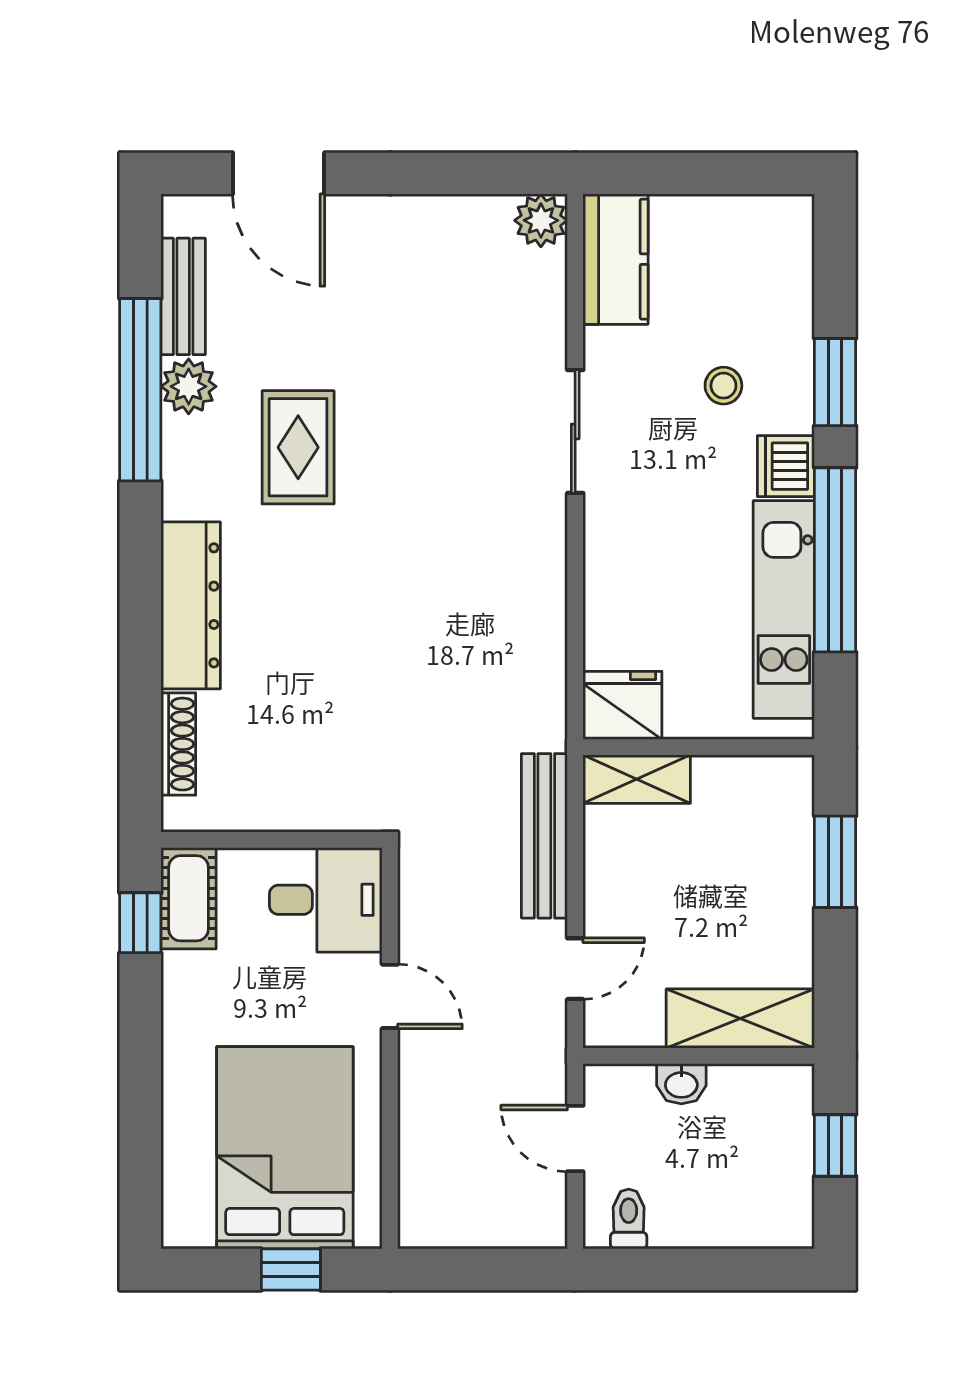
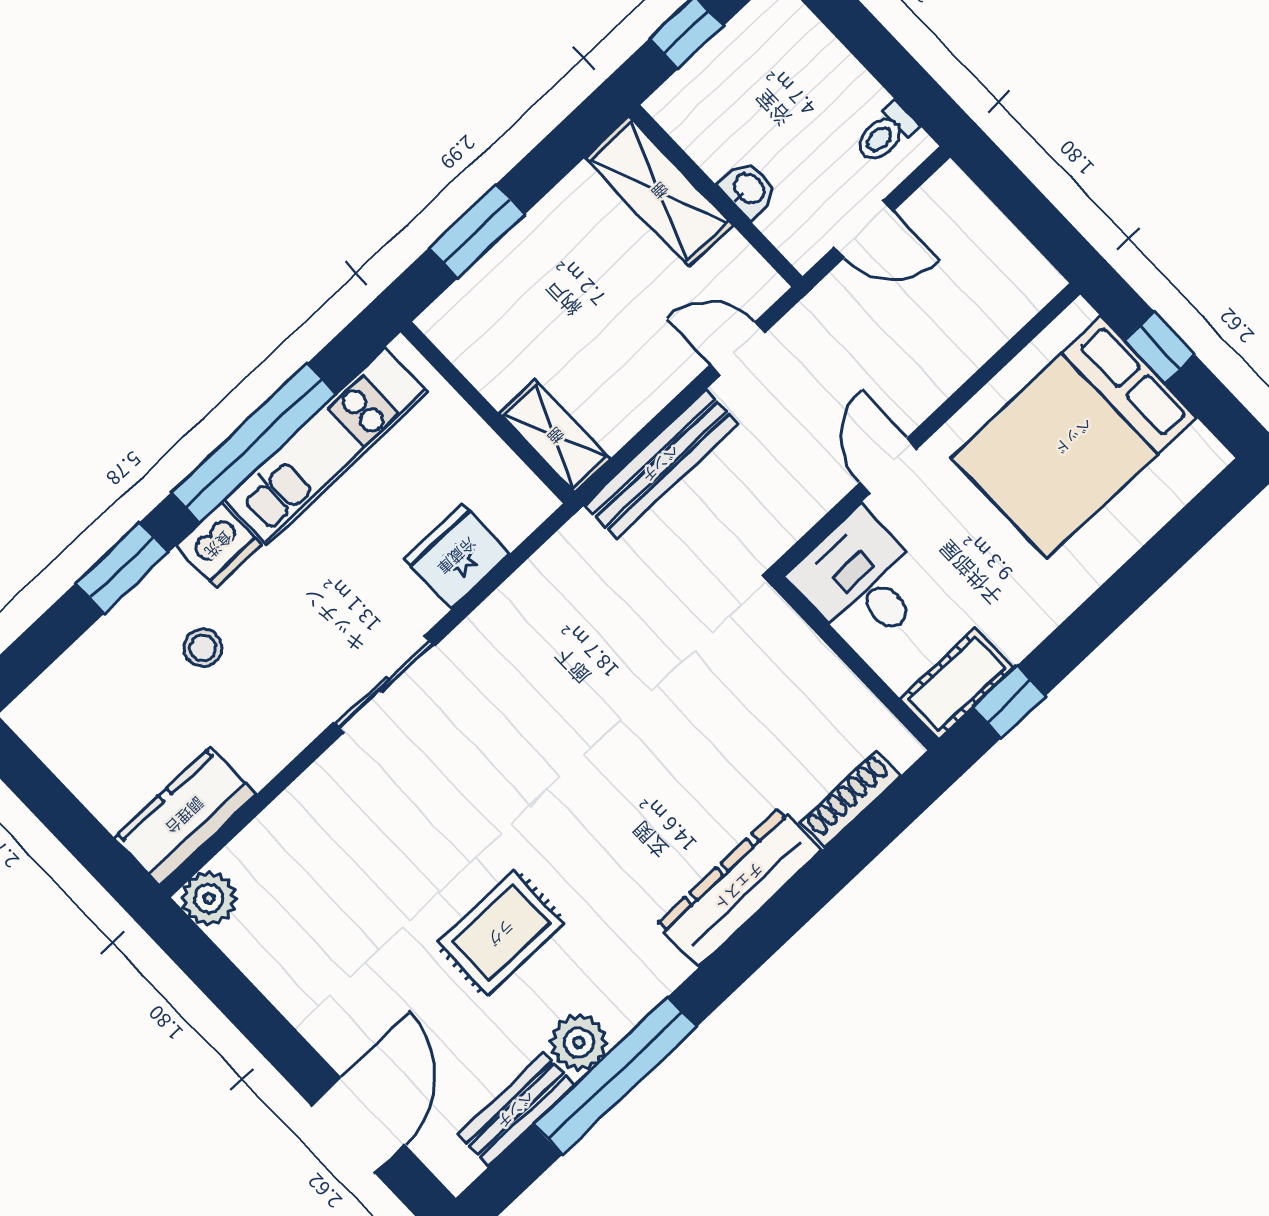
sliding door: (575, 432) -> (384, 684), moved
rug: (298, 447) -> (501, 933), moved
fridge: (622, 705) -> (457, 556), moved, turned 90
door: (575, 1138) -> (863, 229), hinge flipped

